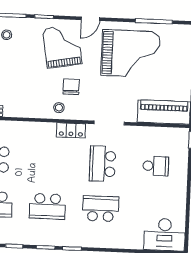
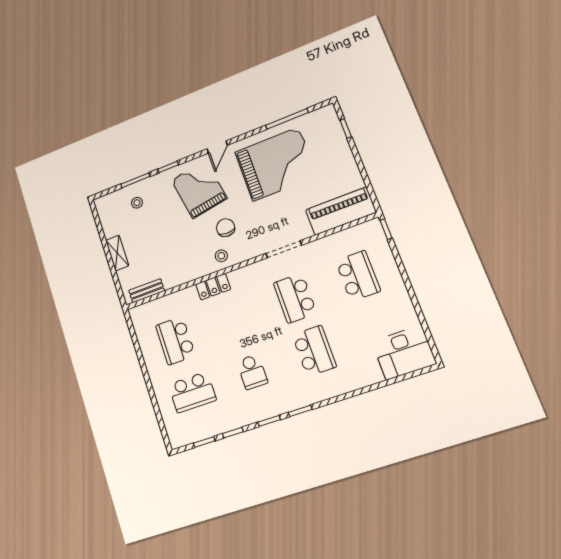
locker: (71, 130) -> (213, 287), moved
school desk: (156, 166) -> (358, 276), width x1.85
school desk: (47, 206) -> (252, 372), width x0.54
school desk: (101, 209) -> (314, 351), turned 90

